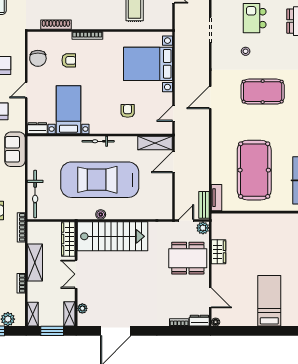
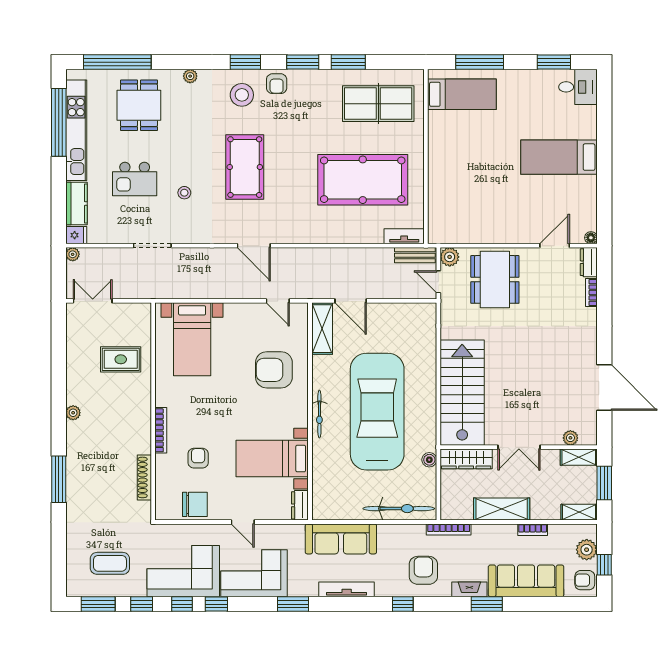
bed with nightstands: (148, 64) -> (192, 339), width x0.73
armchair: (128, 111) -> (274, 370), width x1.88, depth x1.88
sofa: (15, 149) -> (341, 539), width x1.36
car: (100, 180) -> (377, 412), turned 180
boiler: (101, 214) -> (429, 460), moved
wardrobe: (218, 252) -> (485, 233), removed

